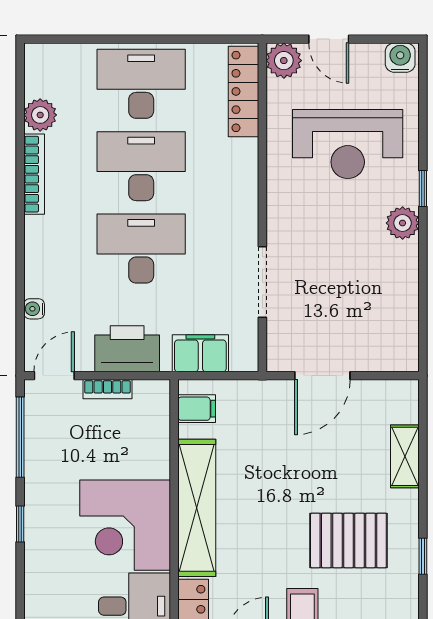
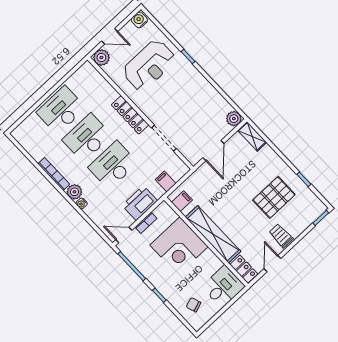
locker: (244, 91) -> (130, 115), moved
plant: (40, 115) -> (74, 192), moved
plant: (403, 223) -> (234, 119), moved
water cooler: (34, 309) -> (82, 203), moved
filing cabinet: (200, 353) -> (166, 181), width x0.50
door: (54, 376) -> (124, 235), hinge flipped
shelving: (405, 456) -> (252, 136), moved
corner desk: (125, 525) -> (179, 246), moved
chair: (60, 590) -> (193, 305), added

